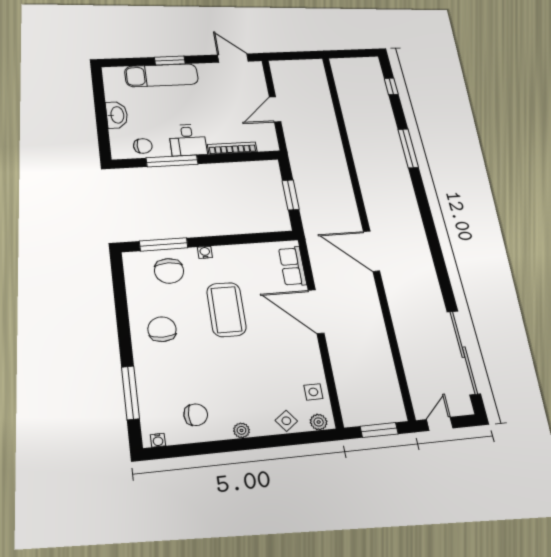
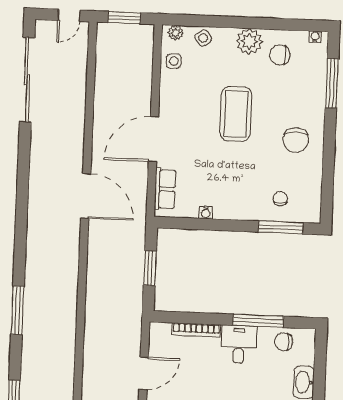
water cooler: (205, 252) -> (206, 212), moved
chair: (169, 271) -> (280, 199), width x0.54, depth x0.54
coffee table: (226, 309) -> (236, 114), moved
door: (316, 312) -> (153, 139), swing flipped
plant: (241, 430) -> (249, 41), width x1.87, depth x1.87

